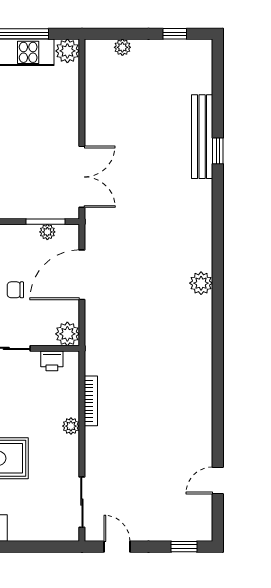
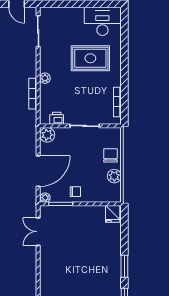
double door: (82, 177) -> (38, 232), width x0.73
plant: (47, 232) -> (45, 198), moved
chair: (15, 290) -> (75, 192), moved

